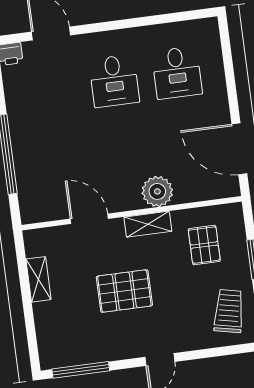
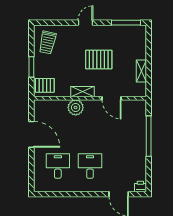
door: (239, 149) -> (31, 134), moved
pallet: (204, 245) -> (45, 85), moved, turned 90

